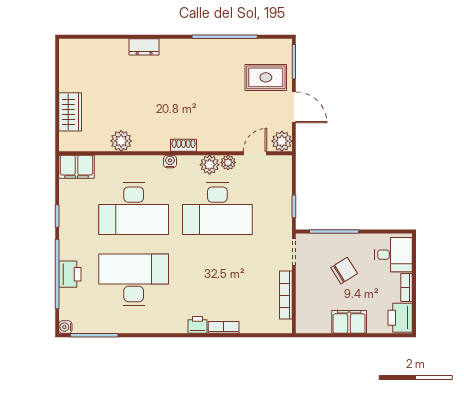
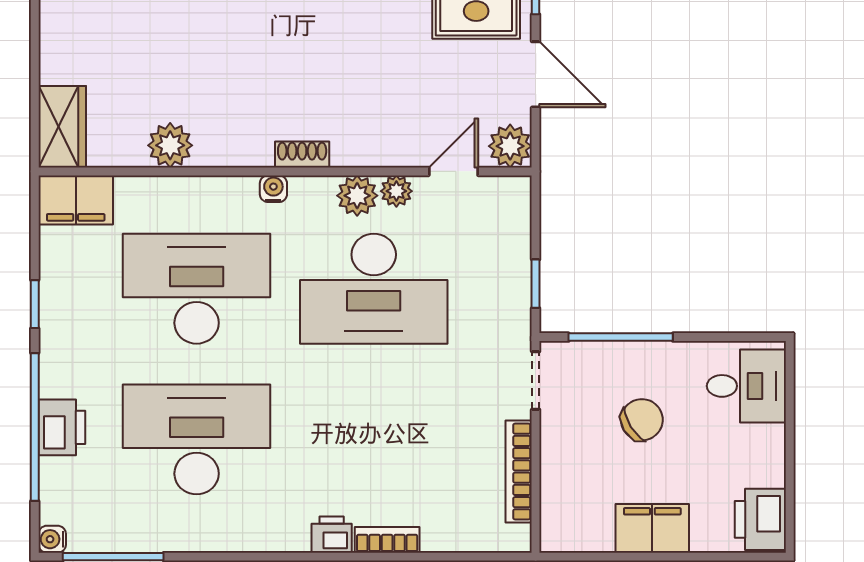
wardrobe: (70, 112) -> (62, 127), moved
desk: (134, 209) -> (197, 289), turned 180
bookcase: (407, 288) -> (774, 456), removed

